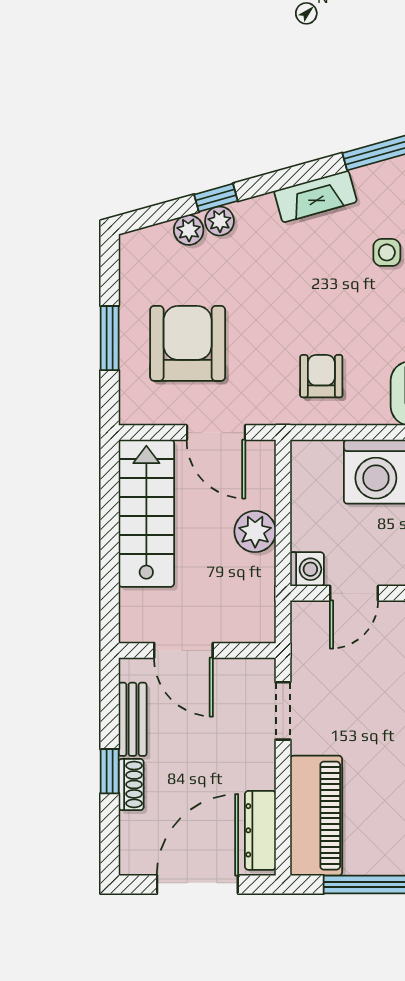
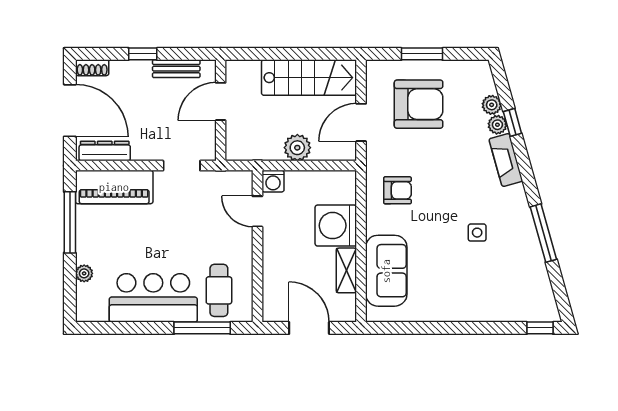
fireplace: (316, 196) -> (506, 160), moved
shoe rack: (131, 784) -> (92, 68), moved

